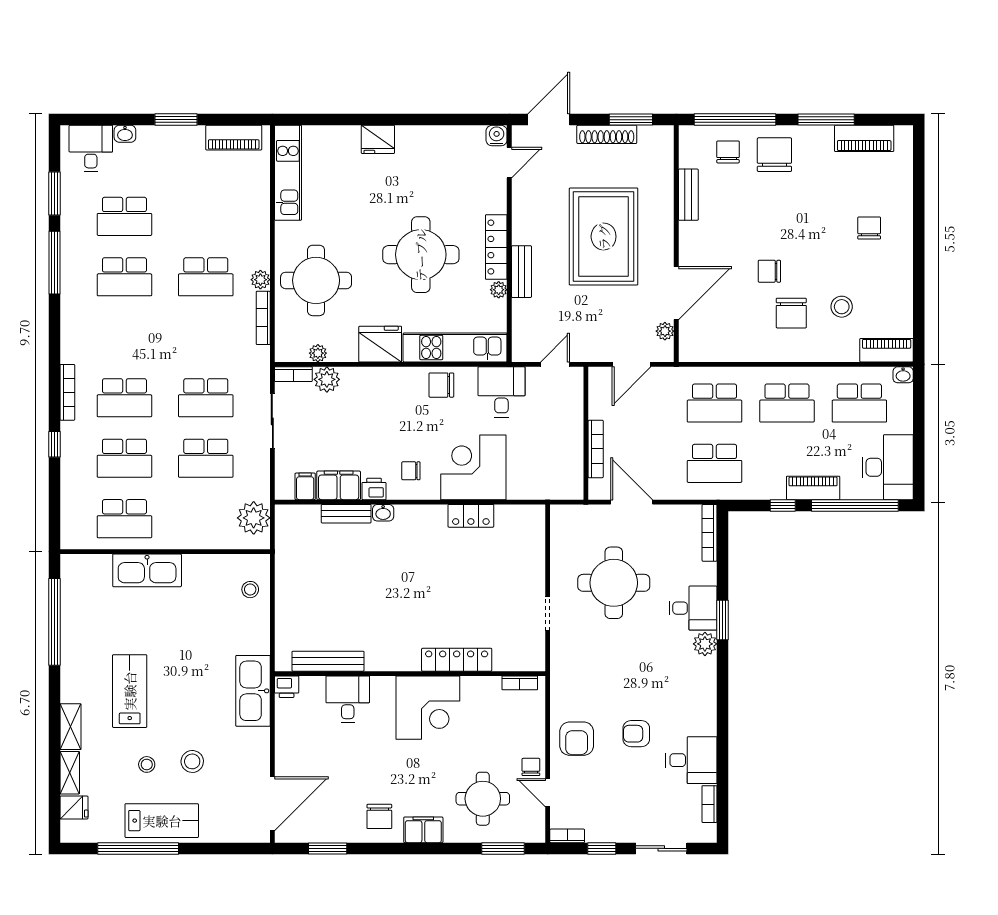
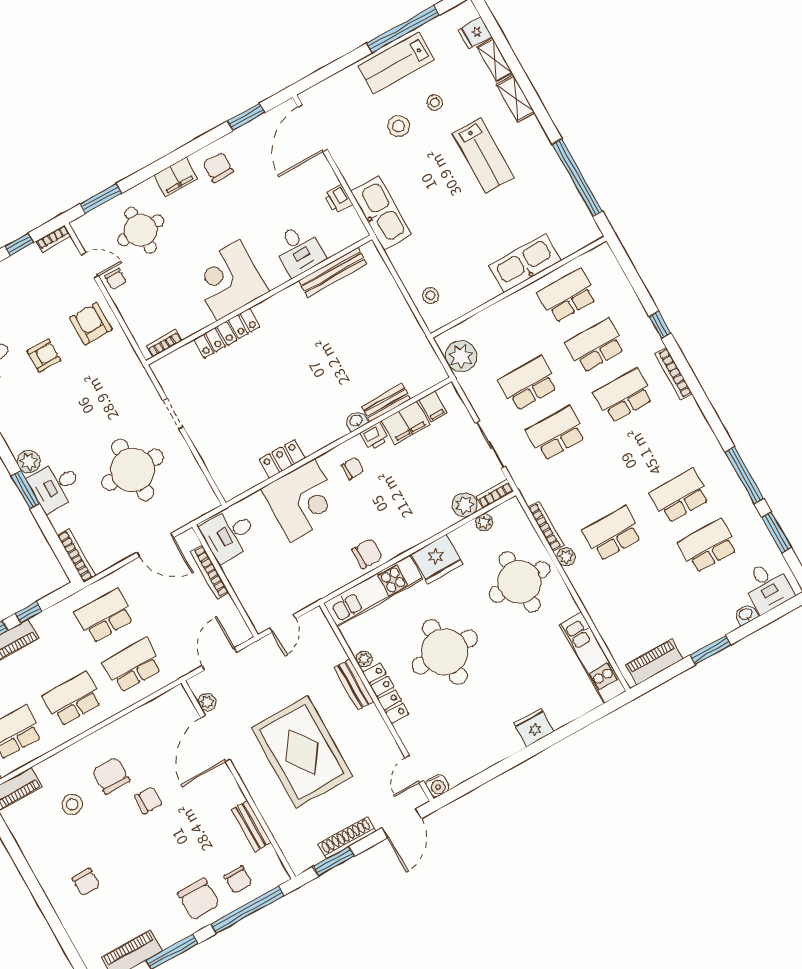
desk: (501, 392) -> (229, 535), moved, turned 90
printer: (287, 687) -> (338, 199), moved, turned -90

